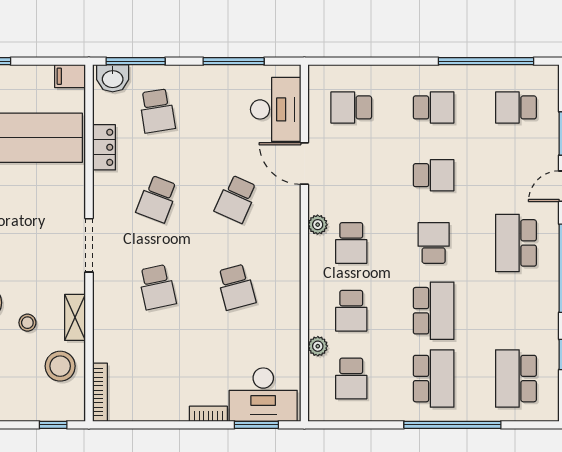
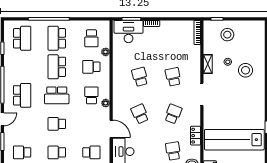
school desk: (516, 107) -> (22, 152), turned 180
school desk: (236, 199) -> (140, 114), turned -48
school desk: (434, 243) -> (57, 95), width x1.85
school desk: (351, 311) -> (91, 67), turned -90
stool: (60, 366) -> (227, 35), moved
school desk: (351, 379) -> (91, 38), turned 180

